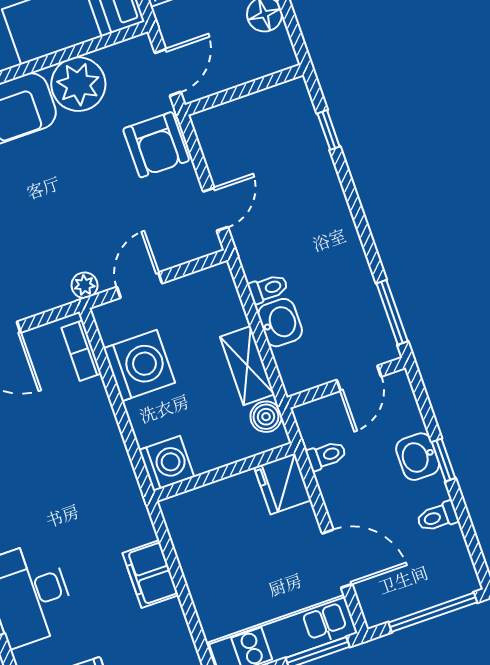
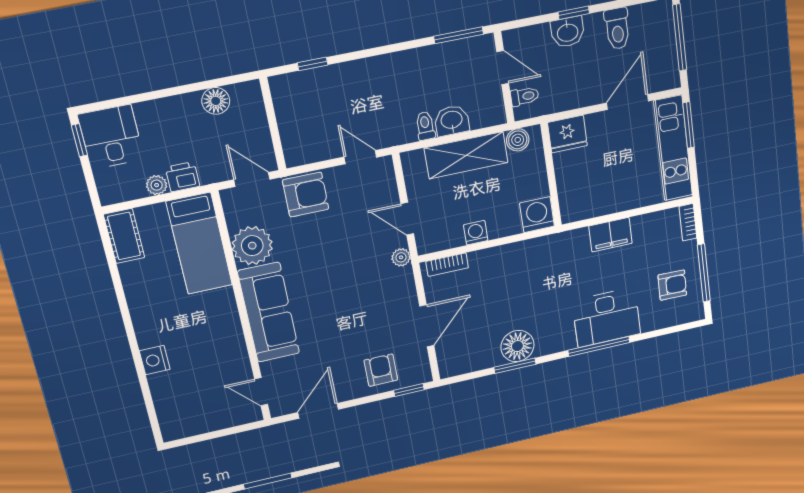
washing machine: (139, 366) -> (476, 233), width x0.53, depth x0.53
shelving: (247, 366) -> (466, 155), width x1.50, depth x1.33
toilet: (326, 455) -> (525, 96), moved, turned 90
toilet: (437, 517) -> (617, 29), width x1.37, depth x1.39

